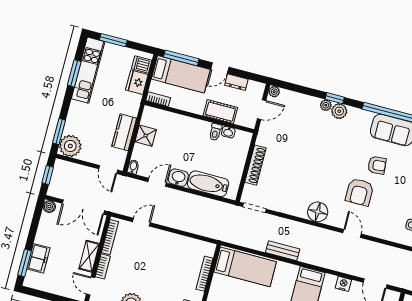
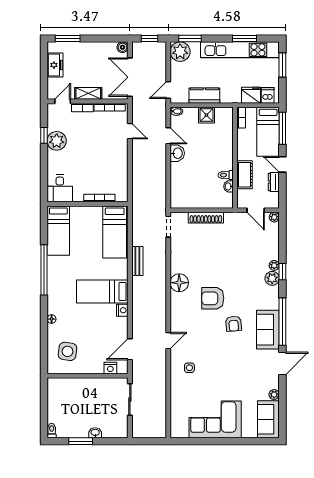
kitchen unit: (88, 70) -> (240, 50), width x1.36
bathtub: (208, 184) -> (179, 181), removed
armchair: (359, 192) -> (213, 298), moved
door: (352, 233) -> (168, 341), moved
freezer: (38, 258) -> (55, 65), moved, turned -90
nightstand: (343, 284) -> (122, 310), moved

